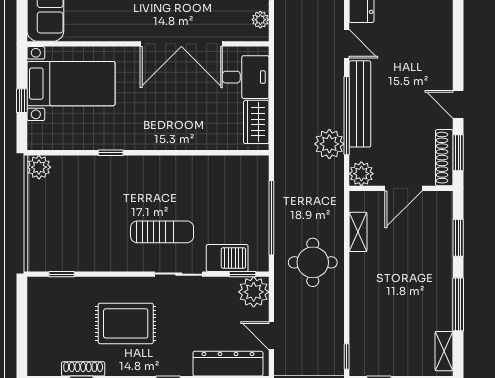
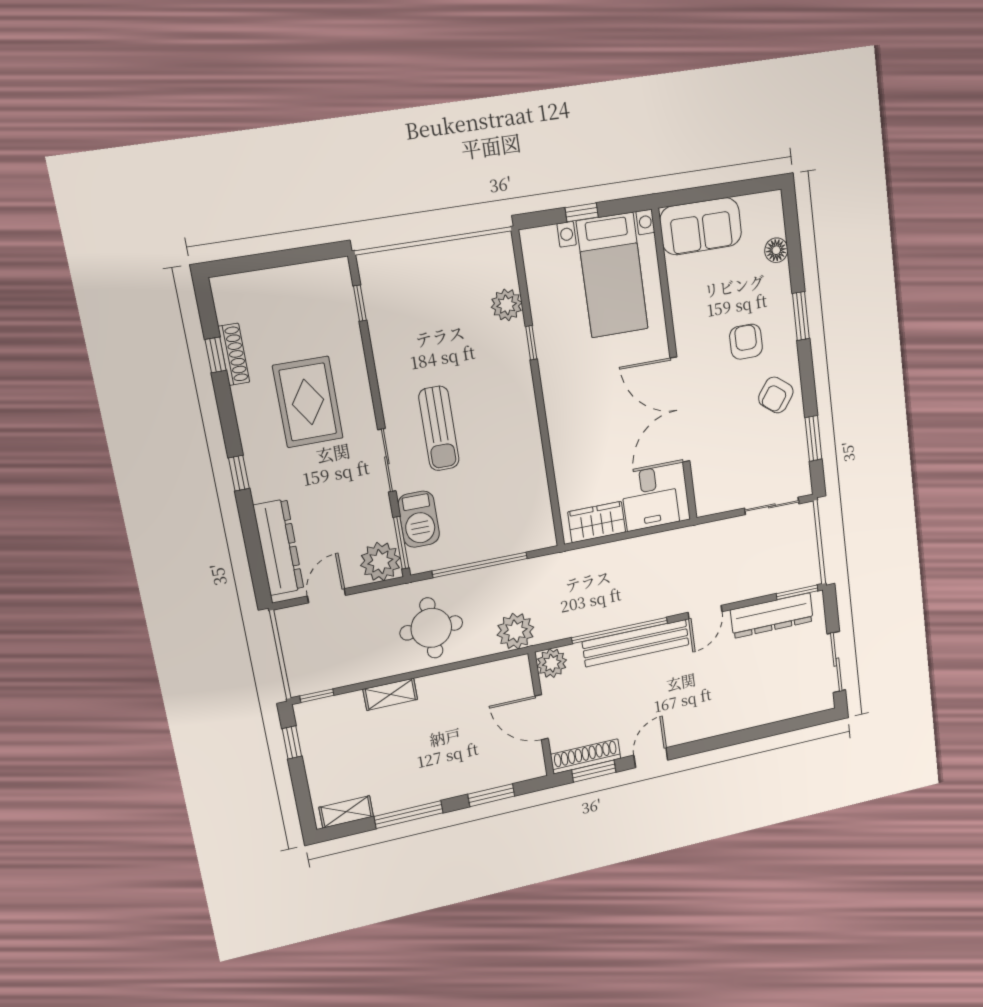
plant: (260, 20) -> (721, 502), removed
plant: (329, 144) -> (515, 631), moved
plant: (39, 167) -> (507, 305), moved
shelving: (358, 232) -> (390, 694), moved
window: (242, 274) -> (401, 543), width x1.50

